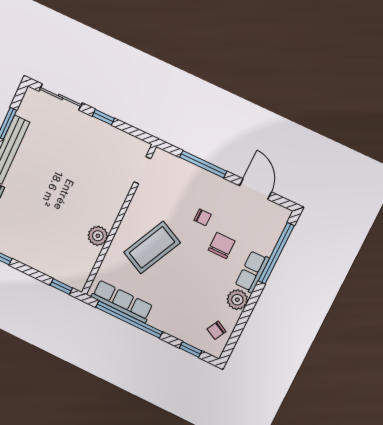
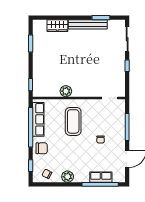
chair: (222, 246) -> (42, 148), moved
coffee table: (152, 247) -> (73, 121), turned 64
row of seats: (252, 272) -> (101, 177), moved

